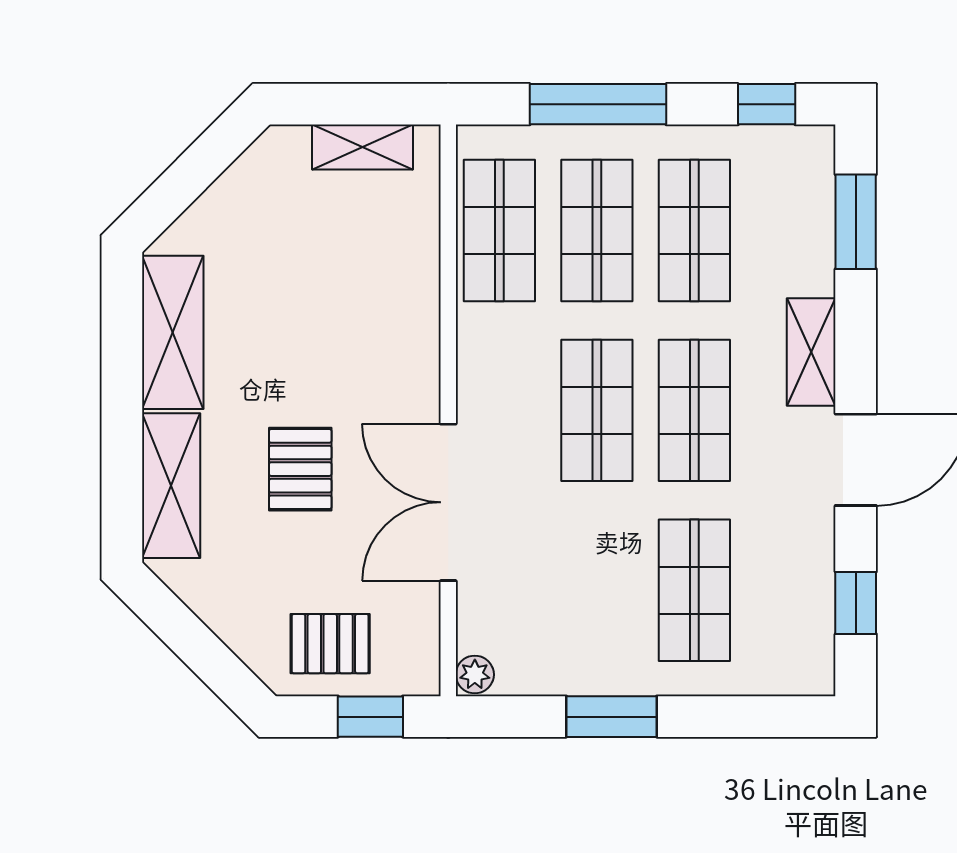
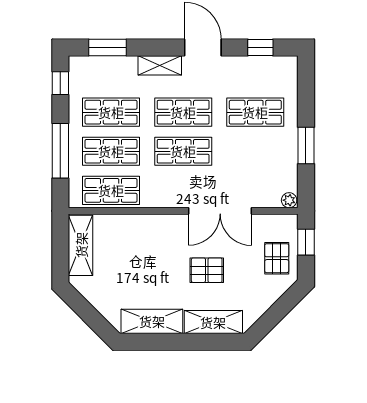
shelving: (362, 147) -> (81, 245), width x1.50, depth x1.33

